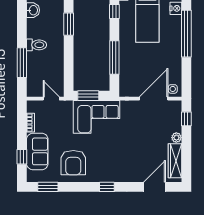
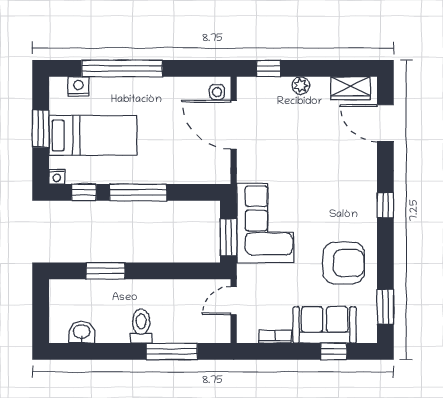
window: (114, 57) -> (138, 192), moved
wardrobe: (175, 161) -> (350, 88), width x0.67

